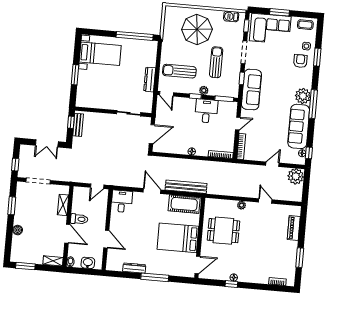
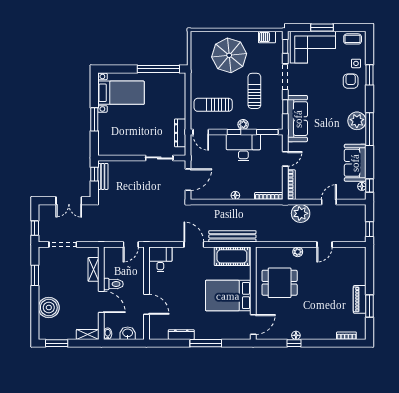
dresser: (150, 79) -> (180, 133), moved
desk: (206, 111) -> (243, 148), width x1.37
sofa: (299, 126) -> (355, 163), width x0.73
plant: (296, 176) -> (301, 213), moved
window: (306, 191) -> (370, 229), added
door: (265, 201) -> (324, 245), swing flipped
piano: (294, 228) -> (360, 299), moved
boiler: (18, 230) -> (49, 308), width x1.86, depth x1.86

